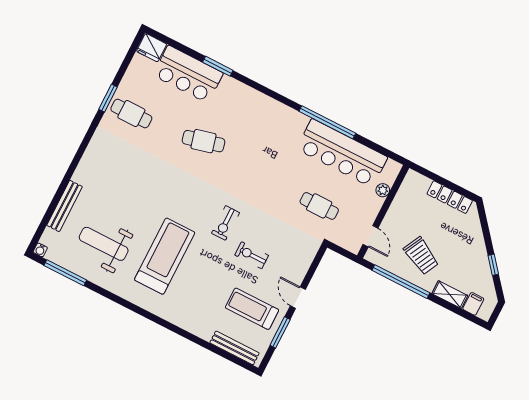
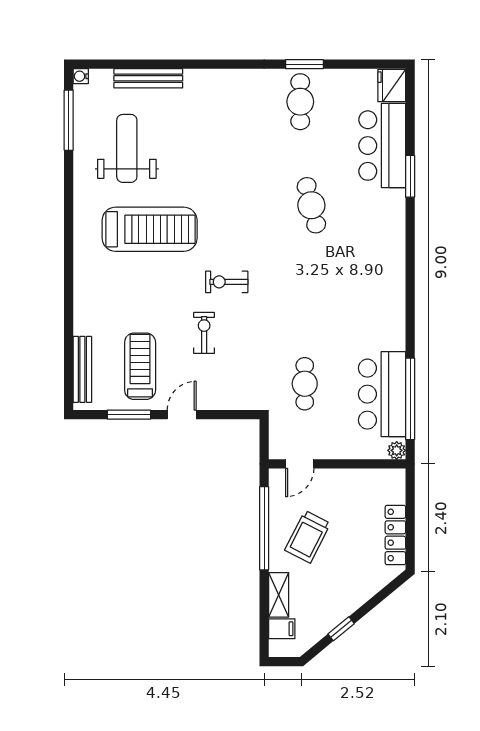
window: (327, 122) -> (410, 399), moved
bar counter: (342, 153) -> (382, 394), width x0.73
plant: (383, 190) -> (397, 450), moved

